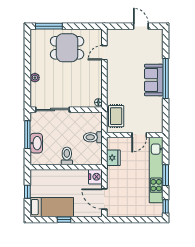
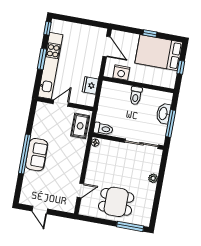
toilet: (93, 137) -> (103, 129), moved
nightstand: (95, 177) -> (121, 73), moved, turned -90
bed: (52, 207) -> (159, 53), width x1.50

